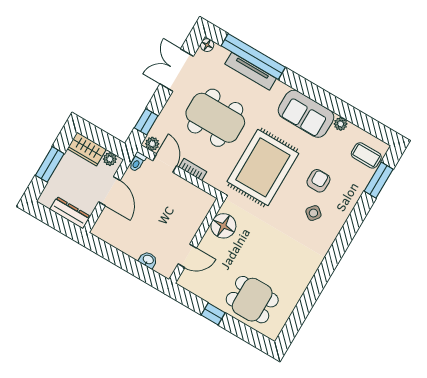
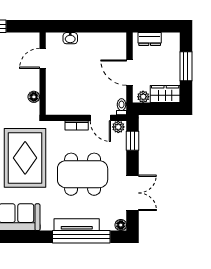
dresser: (70, 213) -> (150, 39), width x0.70
floor lamp: (223, 226) -> (34, 97), width x0.53, depth x0.53

